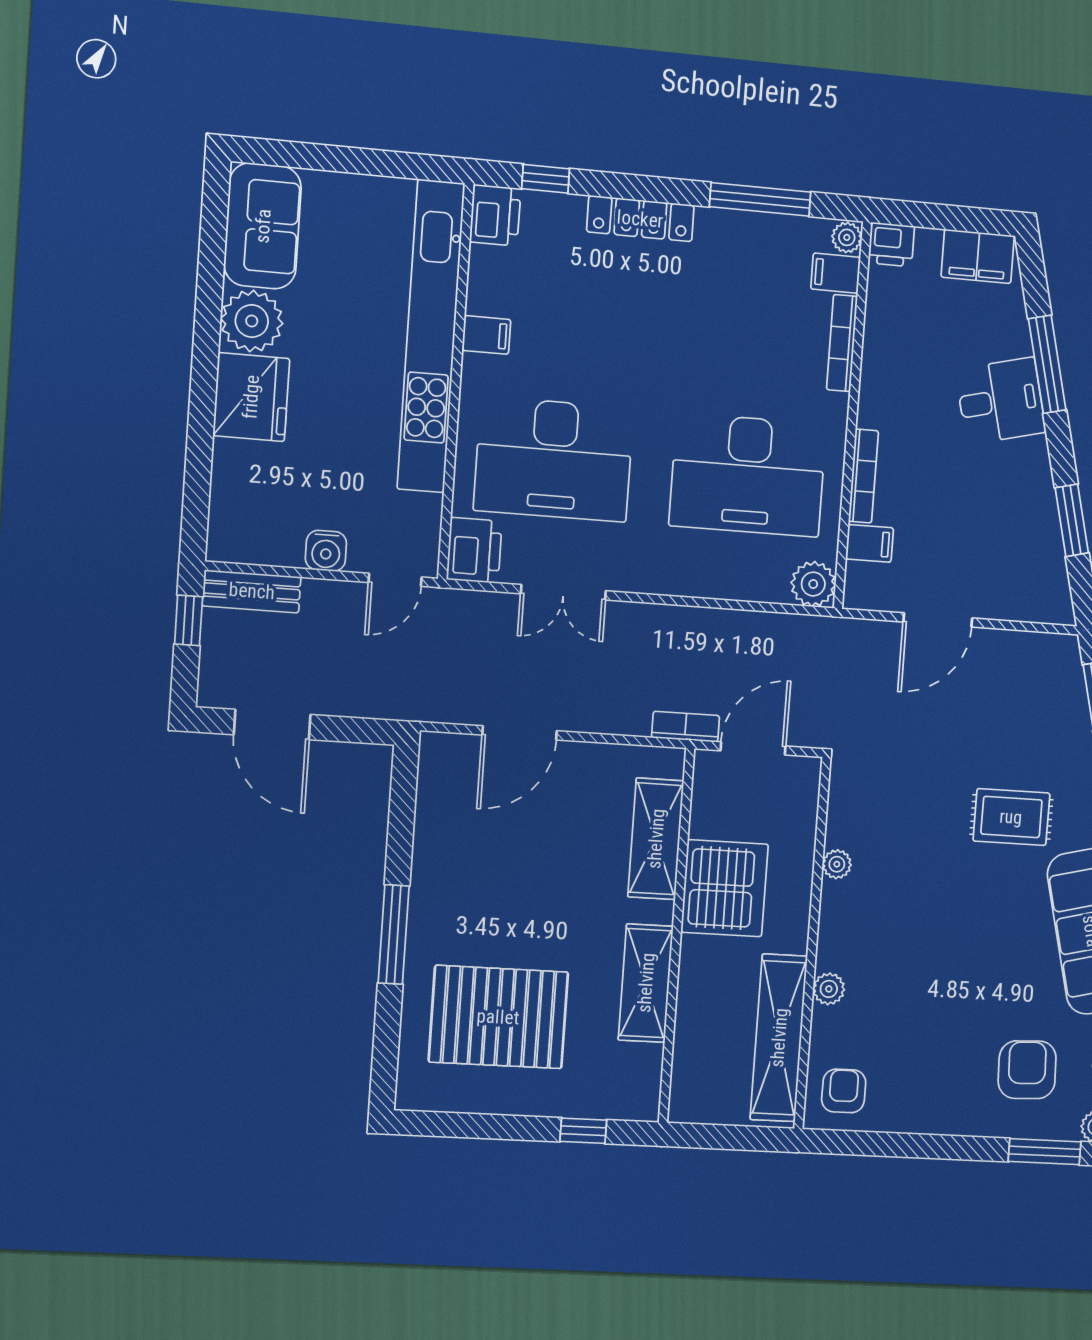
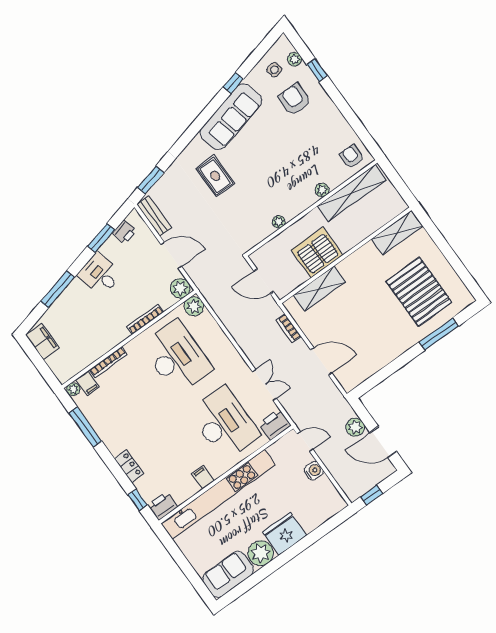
locker: (640, 219) -> (129, 466), width x0.66
printer: (891, 245) -> (124, 232), moved, turned 76
desk: (1001, 401) -> (100, 274), moved
filing cabinet: (869, 543) -> (165, 299), removed
plant: (866, 587) -> (180, 288), added
bench: (252, 591) -> (154, 216), moved
plant: (344, 695) -> (355, 427), added
door: (272, 725) -> (383, 442), swing flipped
bookcase: (686, 727) -> (288, 328), moved
window: (394, 935) -> (439, 334), moved
shelving: (646, 983) -> (397, 233), moved
armchair: (1027, 1070) -> (295, 100), turned 92
armchair: (844, 1091) -> (352, 156), turned 90
window: (583, 1131) -> (434, 233), removed
window: (1045, 1152) -> (317, 70), width x0.67

